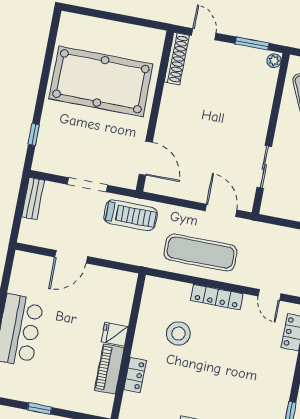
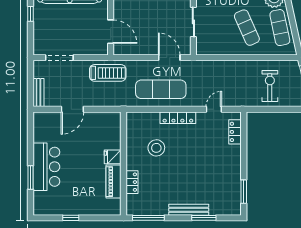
window: (34, 135) -> (30, 14), moved
doorway: (87, 185) -> (59, 58), moved
bench: (33, 199) -> (38, 93), moved
door: (269, 295) -> (214, 109), swing flipped

